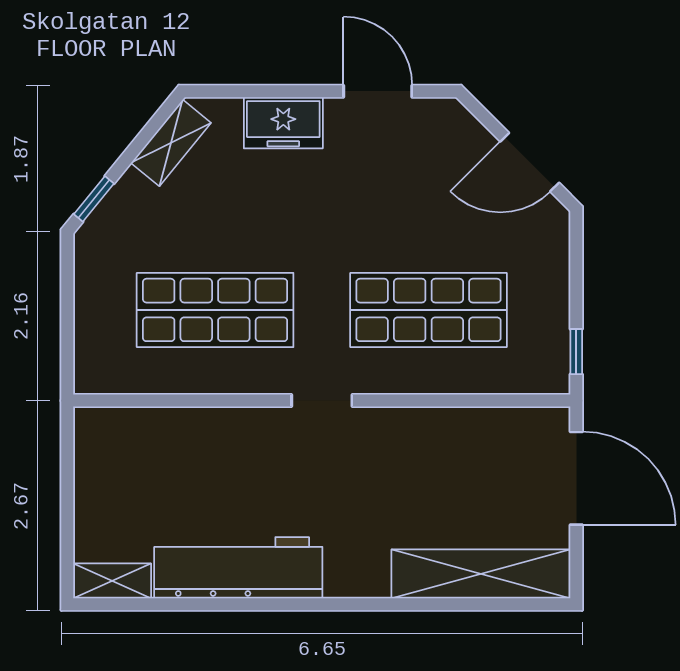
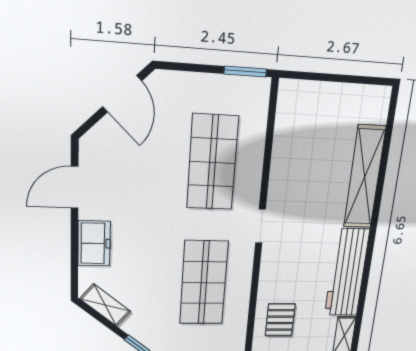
window: (576, 352) -> (245, 71), width x1.50
pallet: (144, 454) -> (280, 320), added
door: (576, 478) -> (323, 77), removed
shelving: (481, 574) -> (365, 177), moved

